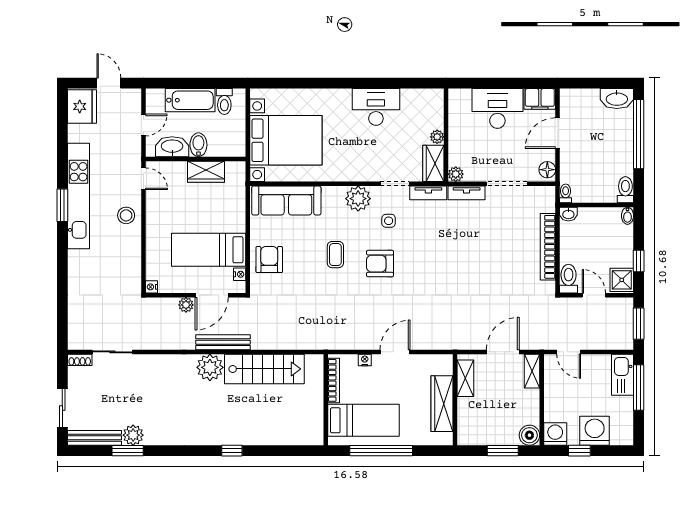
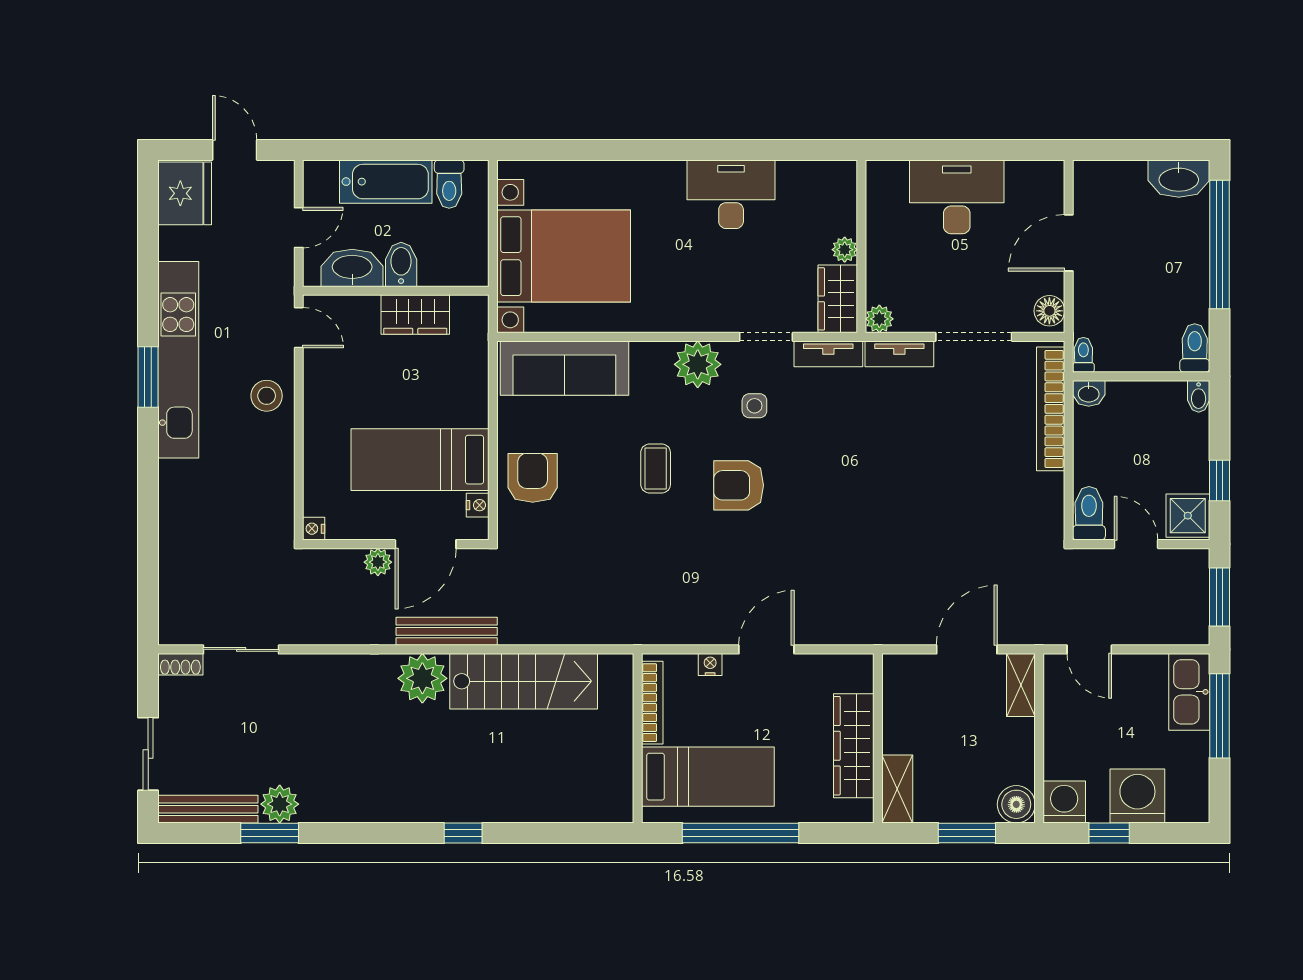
filing cabinet: (540, 99) -> (1036, 179), removed
bookcase: (548, 247) -> (1051, 409), moved
shelving: (465, 378) -> (897, 789), moved

